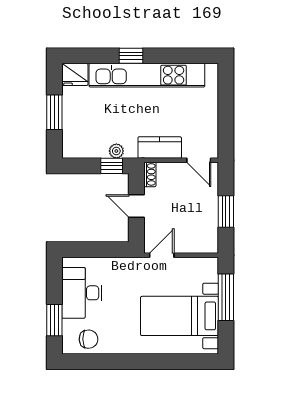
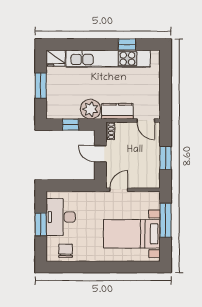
window: (131, 56) -> (127, 45), moved
plant: (116, 151) -> (90, 109), width x1.88, depth x1.88
window: (112, 166) -> (71, 125), moved
window: (54, 320) -> (41, 224), moved
chair: (89, 339) -> (66, 251), turned -89

